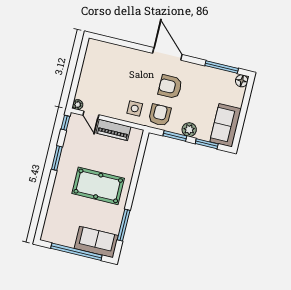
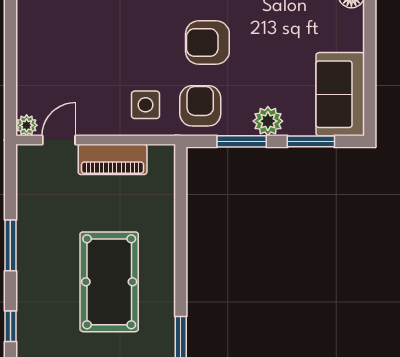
door: (91, 115) -> (59, 140), swing flipped
window: (65, 123) -> (10, 326), moved
pool table: (98, 186) -> (109, 282), turned 90

